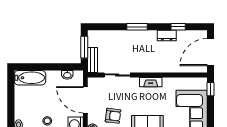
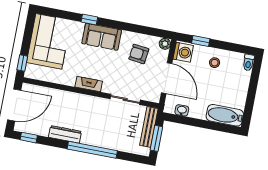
window: (137, 27) -> (92, 150), width x2.11
window: (178, 27) -> (29, 138), moved
dresser: (167, 36) -> (65, 134), width x1.44
bench: (93, 60) -> (149, 127), width x1.36

